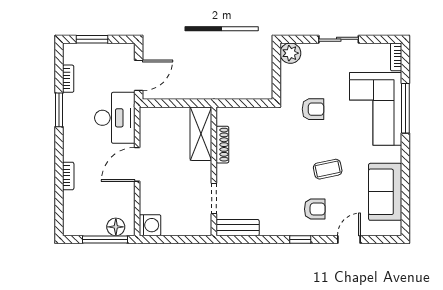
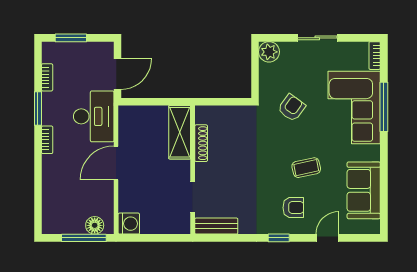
armchair: (313, 109) -> (292, 108), turned -54
bookcase: (68, 176) -> (47, 140), moved

